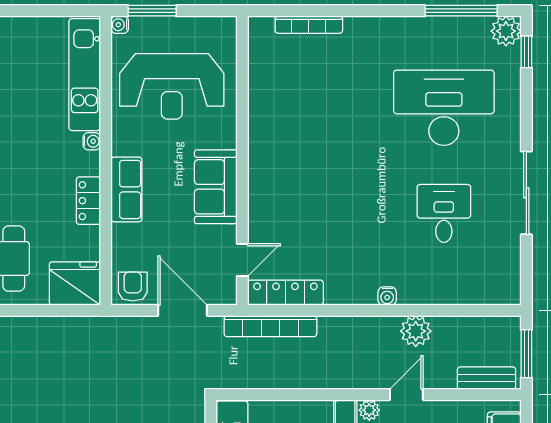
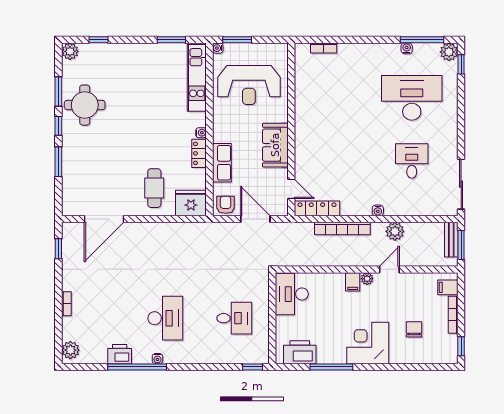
window: (42, 11) -> (171, 40), added
bookcase: (309, 25) -> (324, 48), width x0.64
water cooler: (435, 25) -> (407, 48), added
water cooler: (92, 141) -> (201, 133), moved
row of seats: (126, 189) -> (222, 163), moved
sliding door: (526, 193) -> (461, 184), moved
door: (242, 260) -> (291, 189), hinge flipped
bookcase: (270, 326) -> (342, 229), moved
bench: (486, 378) -> (451, 240), moved, turned 90

